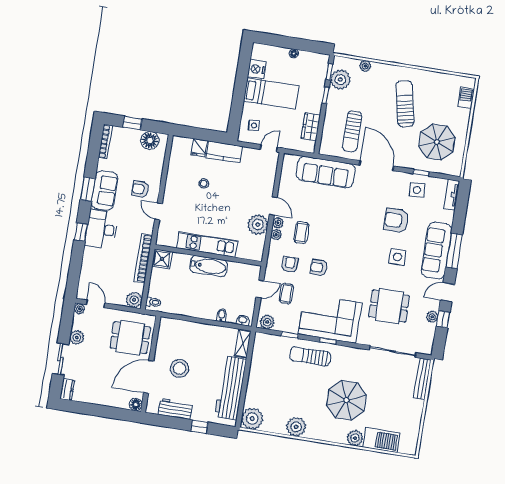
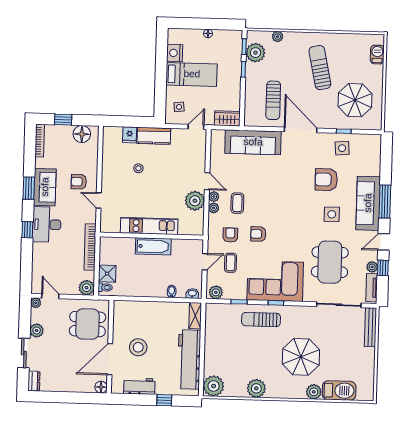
wardrobe: (311, 127) -> (227, 118), moved, turned 90
tv unit: (452, 195) -> (372, 288), moved
shower: (162, 259) -> (107, 274), moved
dining table: (389, 306) -> (330, 262), width x1.38

